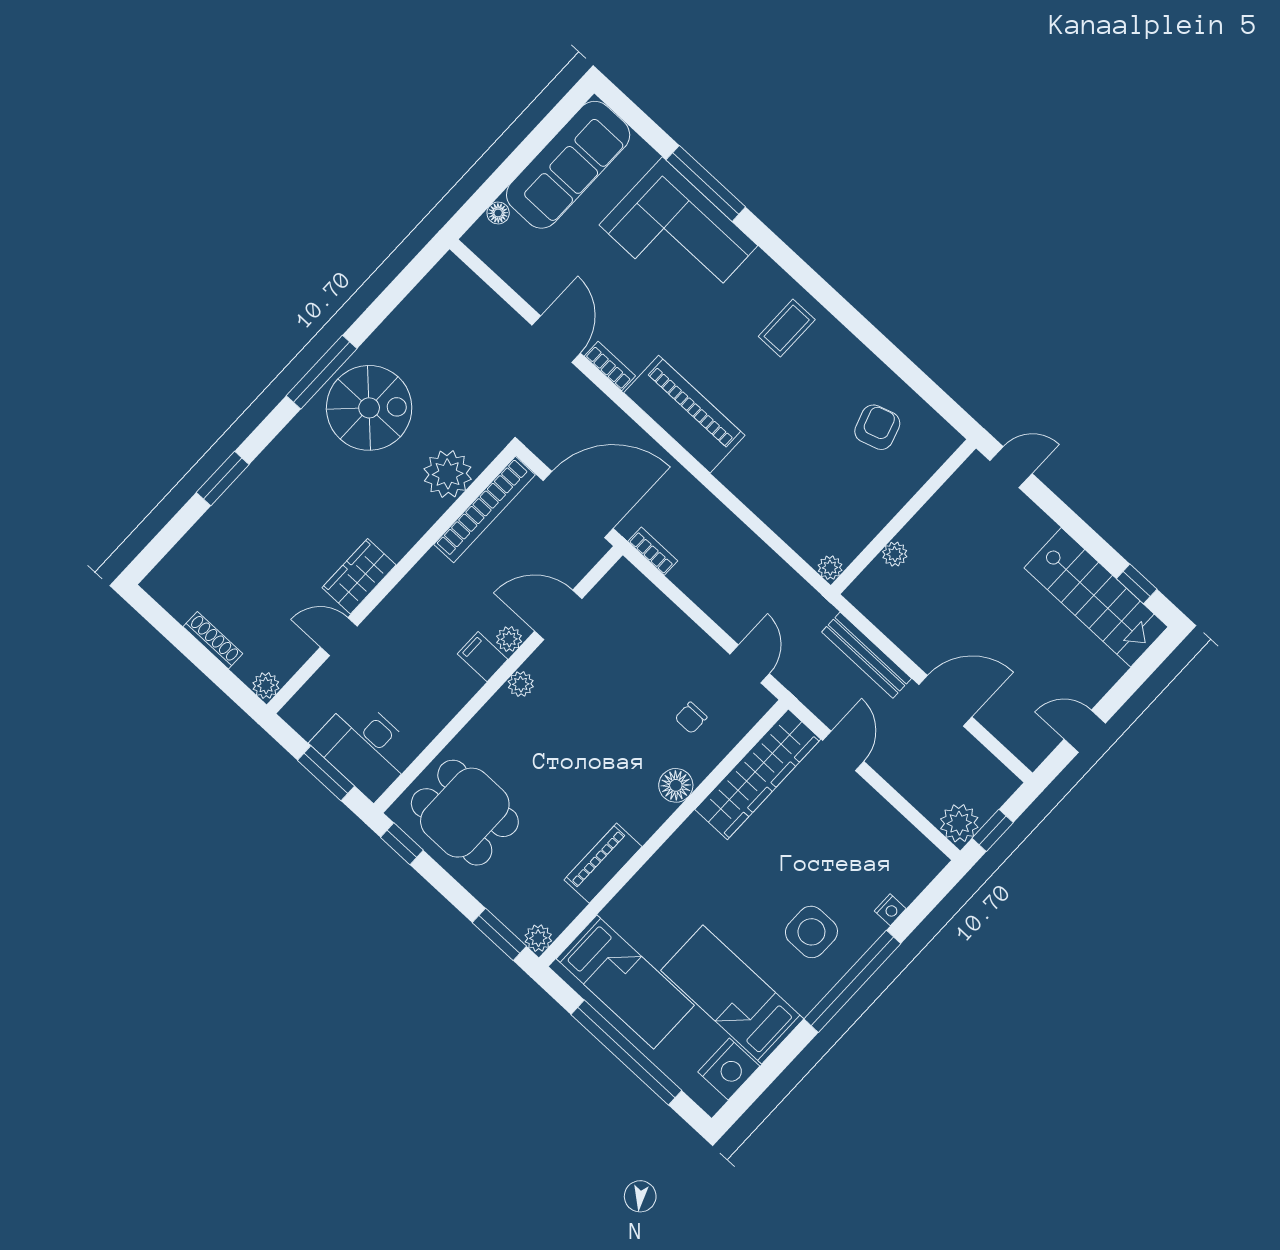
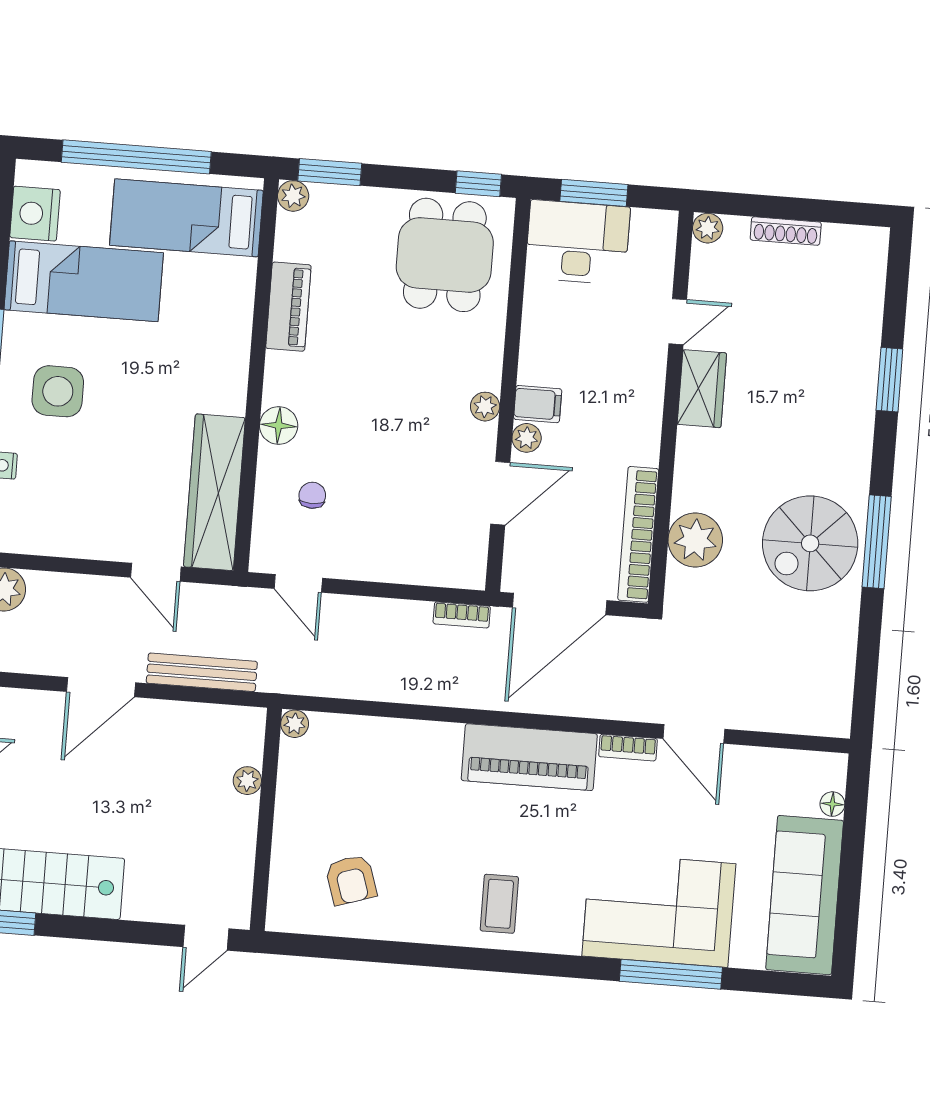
dining table: (465, 813) -> (445, 255), turned 90

